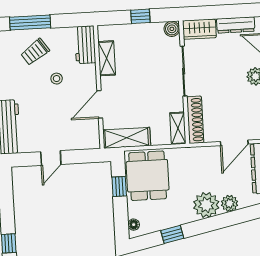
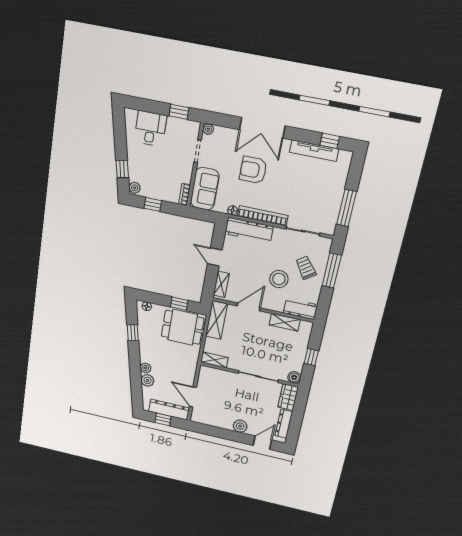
stool: (57, 79) -> (279, 279), width x1.89, depth x1.89
door: (100, 104) -> (249, 307), hinge flipped
shoe rack: (195, 120) -> (218, 374), removed
shelving: (82, 143) -> (221, 284), added
plant: (206, 205) -> (146, 368), width x0.53, depth x0.53

